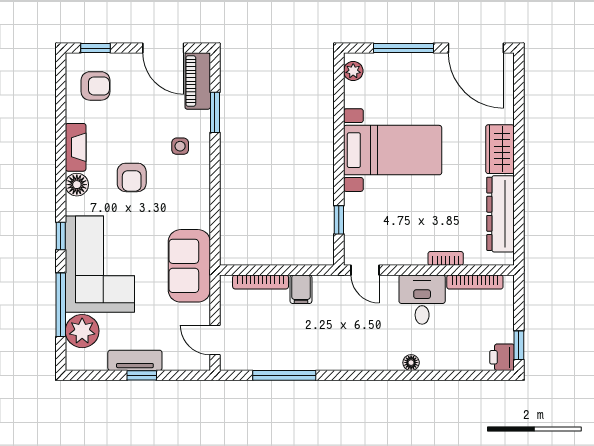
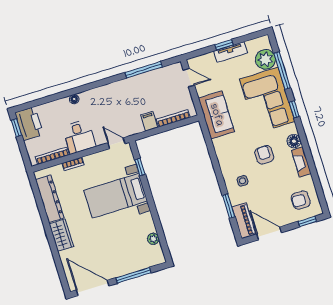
plant: (353, 71) -> (153, 239), moved
bed with nightstands: (393, 150) -> (116, 196), moved
printer: (502, 357) -> (29, 124), width x1.87, depth x1.48

